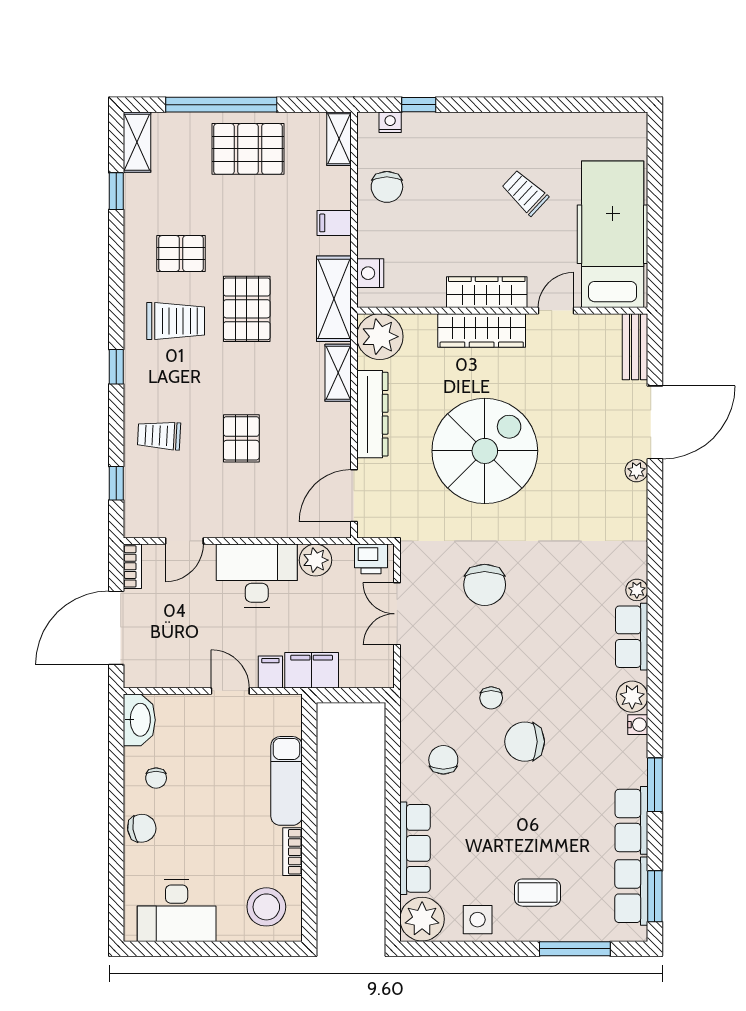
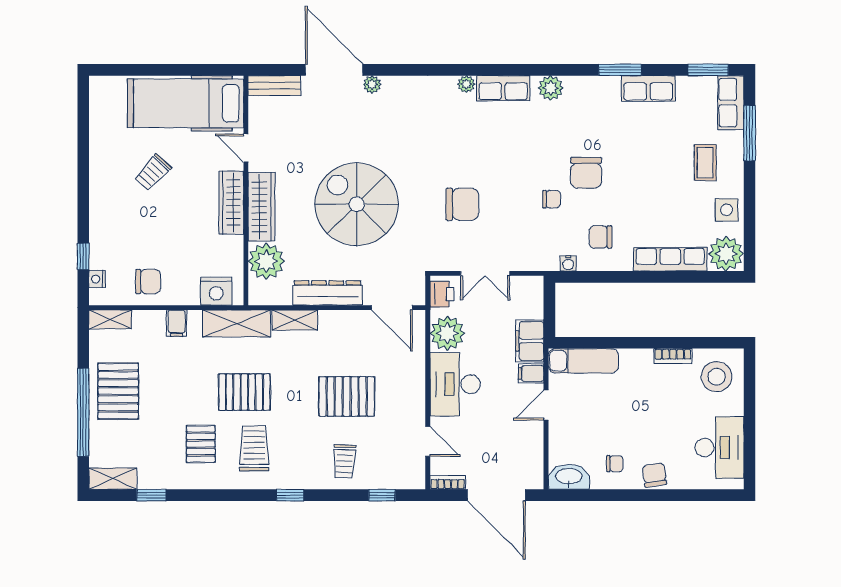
nightstand: (370, 273) -> (216, 291), width x1.36, depth x1.33
plant: (380, 337) -> (266, 261), moved
pallet: (241, 438) -> (347, 396), width x1.50, depth x1.42
plant: (315, 560) -> (447, 333), width x1.36, depth x1.36
water cooler: (638, 725) -> (568, 263), moved, turned 180
exam couch: (286, 781) -> (583, 361), moved
row of seats: (631, 891) -> (731, 103), moved, turned 90

